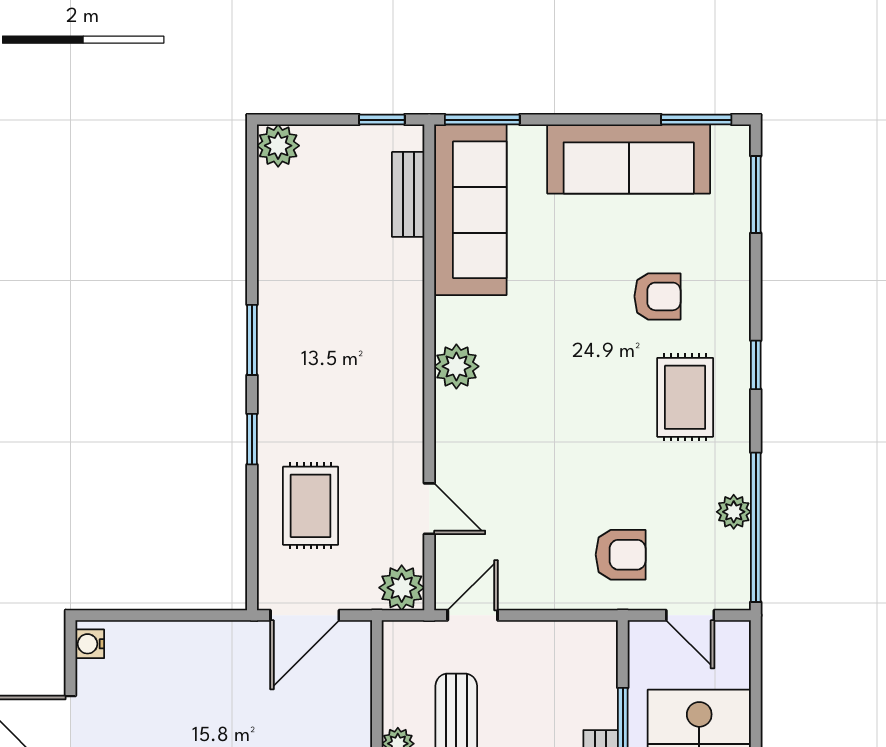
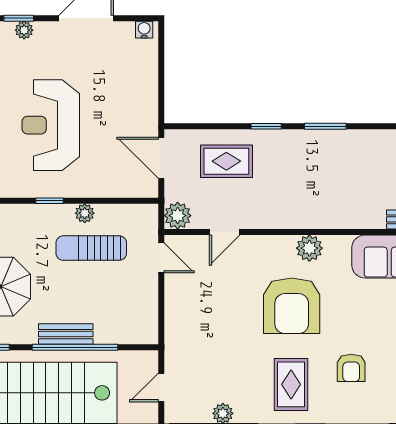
rug: (685, 397) -> (291, 384), turned 90
armchair: (621, 555) -> (292, 306), moved, width x1.88, depth x1.88

